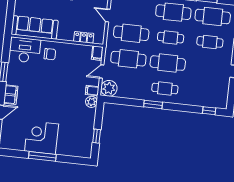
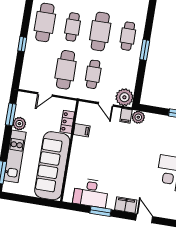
sofa: (35, 27) -> (52, 166), width x1.36, depth x1.27
desk: (25, 50) -> (91, 193), moved, turned -90
filing cabinet: (97, 53) -> (82, 130), moved
chair: (50, 54) -> (84, 160), removed
cafe table: (128, 59) -> (93, 74), width x0.73, depth x0.74

